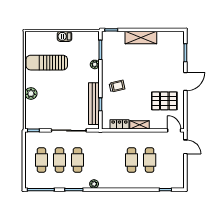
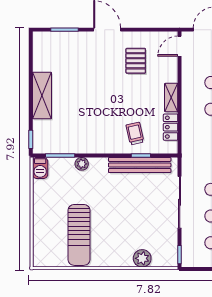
barbecue: (65, 36) -> (40, 168), moved
trolley: (117, 86) -> (135, 134), moved
plant: (31, 93) -> (142, 258), moved
pallet: (164, 101) -> (136, 61), width x0.67, depth x0.71

